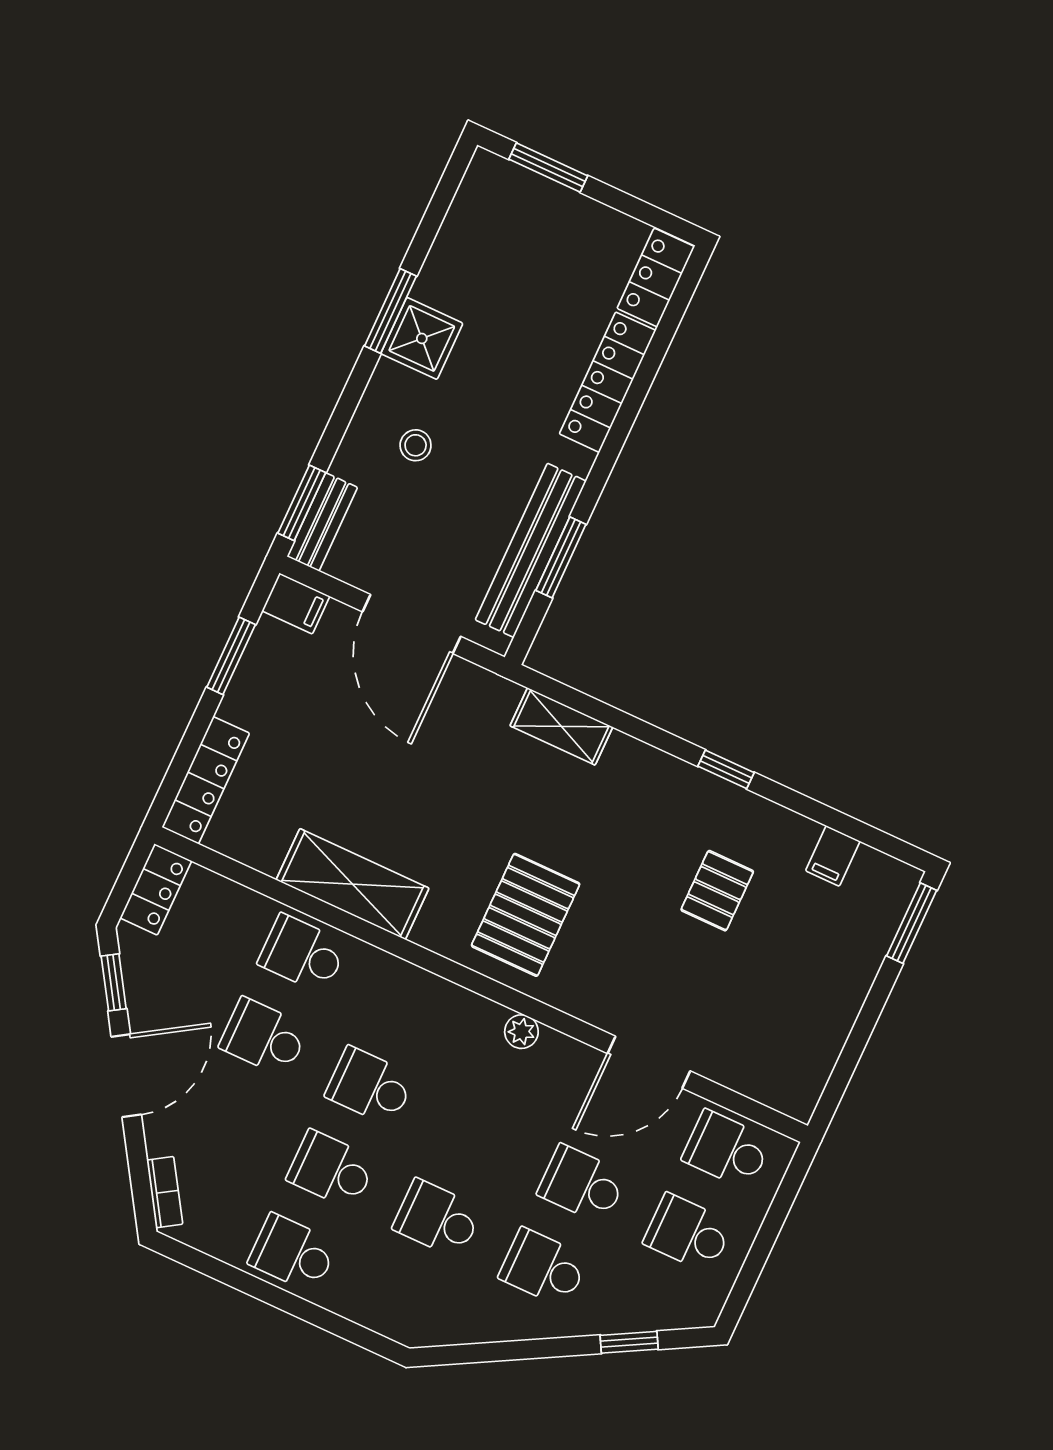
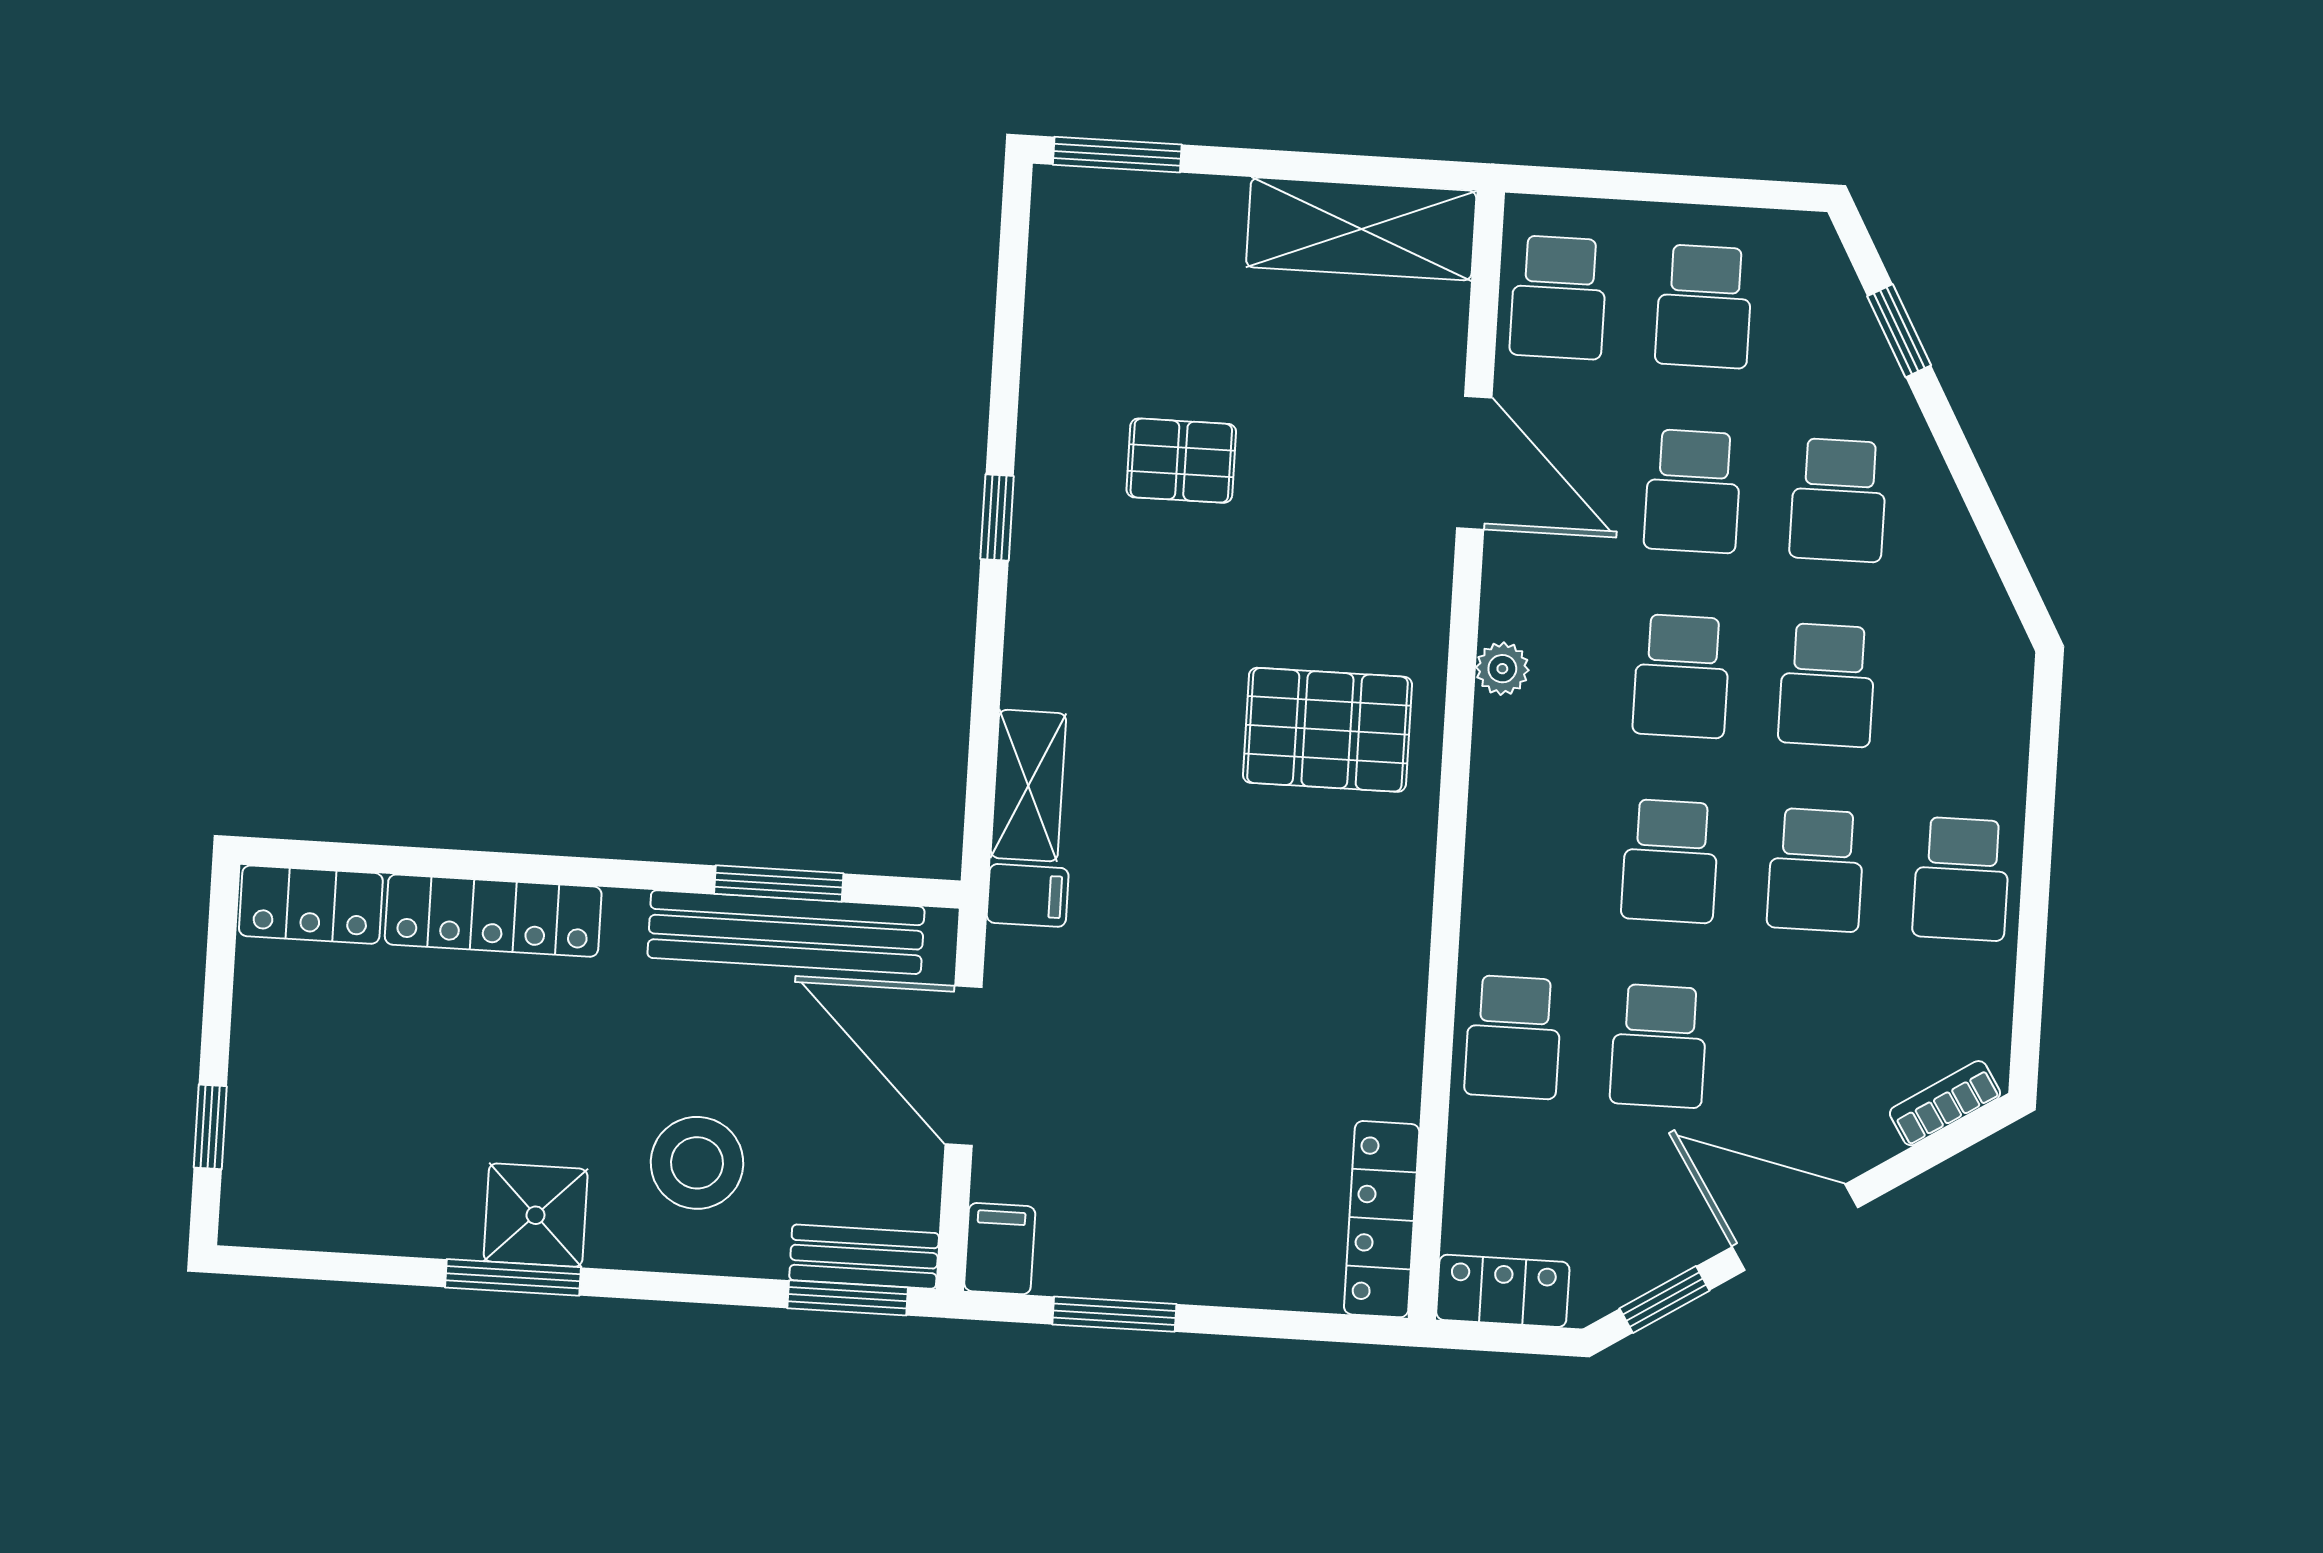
window: (548, 168) -> (210, 1127), width x0.67
stool: (416, 445) -> (697, 1163), width x1.89, depth x1.89
door: (412, 624) -> (963, 1066), swing flipped
locker: (206, 780) -> (1382, 1219), moved, turned -90
filing cabinet: (833, 856) -> (1028, 895), moved
shelving: (353, 884) -> (1361, 229), moved, turned 90
school desk: (476, 1135) -> (1681, 676), added

